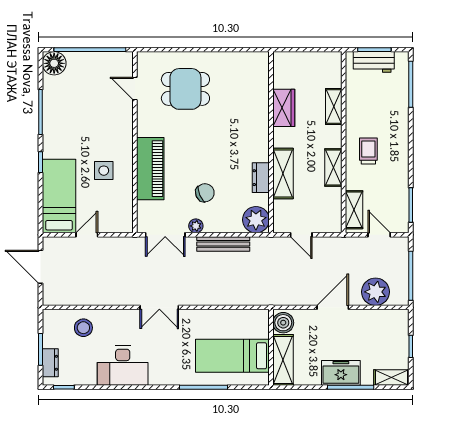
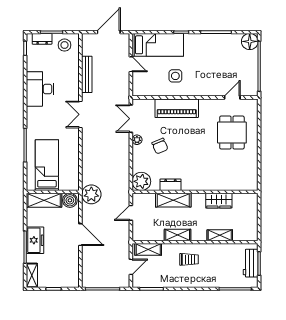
bench: (223, 244) -> (87, 74), moved
plant: (375, 292) -> (91, 194), moved
stool: (83, 328) -> (64, 45), moved

